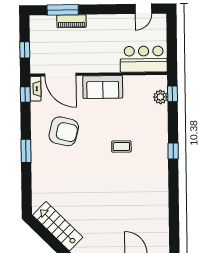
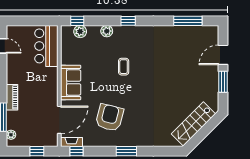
plant: (43, 20) -> (11, 135), added
piano: (72, 21) -> (12, 97), moved
plant: (161, 127) -> (107, 31), added
window: (174, 219) -> (188, 21), added

